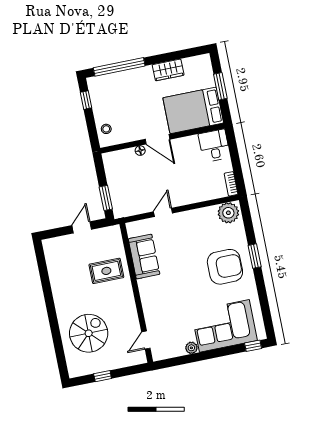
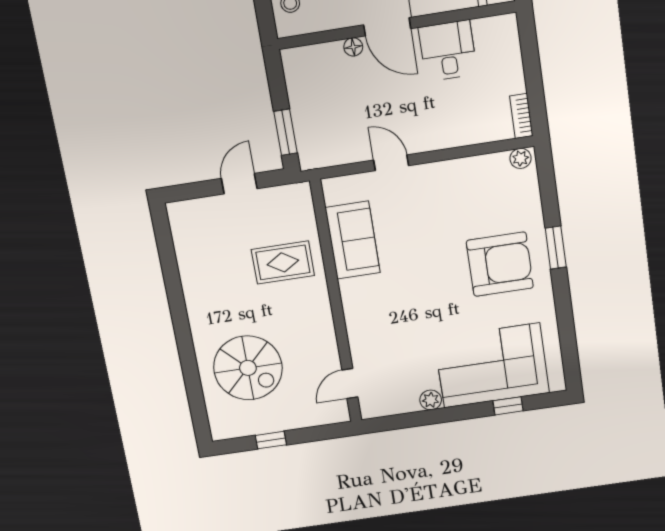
desk: (214, 146) -> (448, 51), moved
door: (163, 212) -> (391, 163), hinge flipped
plant: (228, 213) -> (521, 158), width x0.53, depth x0.53
spiral stairs: (89, 333) -> (248, 368), turned 90
window: (253, 346) -> (508, 406), moved

